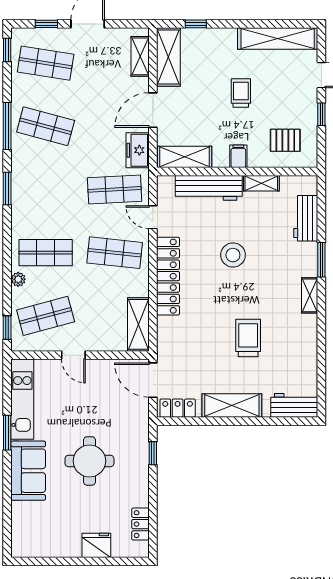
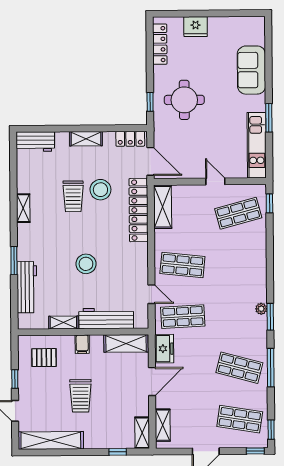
window: (46, 24) -> (255, 451), moved
shelving: (168, 57) -> (142, 433), width x0.67, depth x0.75
trolley: (241, 93) -> (81, 396), width x1.36, depth x1.39
workbench: (306, 218) -> (27, 287), width x1.38
shop shelf: (46, 253) -> (239, 265), removed
locker: (168, 276) -> (139, 210), moved
plant: (18, 279) -> (261, 309), moved
shelving: (310, 295) -> (23, 208), moved
stool: (215, 346) -> (100, 190), added
shelving: (232, 406) -> (86, 139), width x0.67, depth x0.75
round table: (89, 461) -> (184, 100), moved
sofa: (28, 471) -> (251, 70), moved
locker: (141, 524) -> (160, 44), width x1.53

